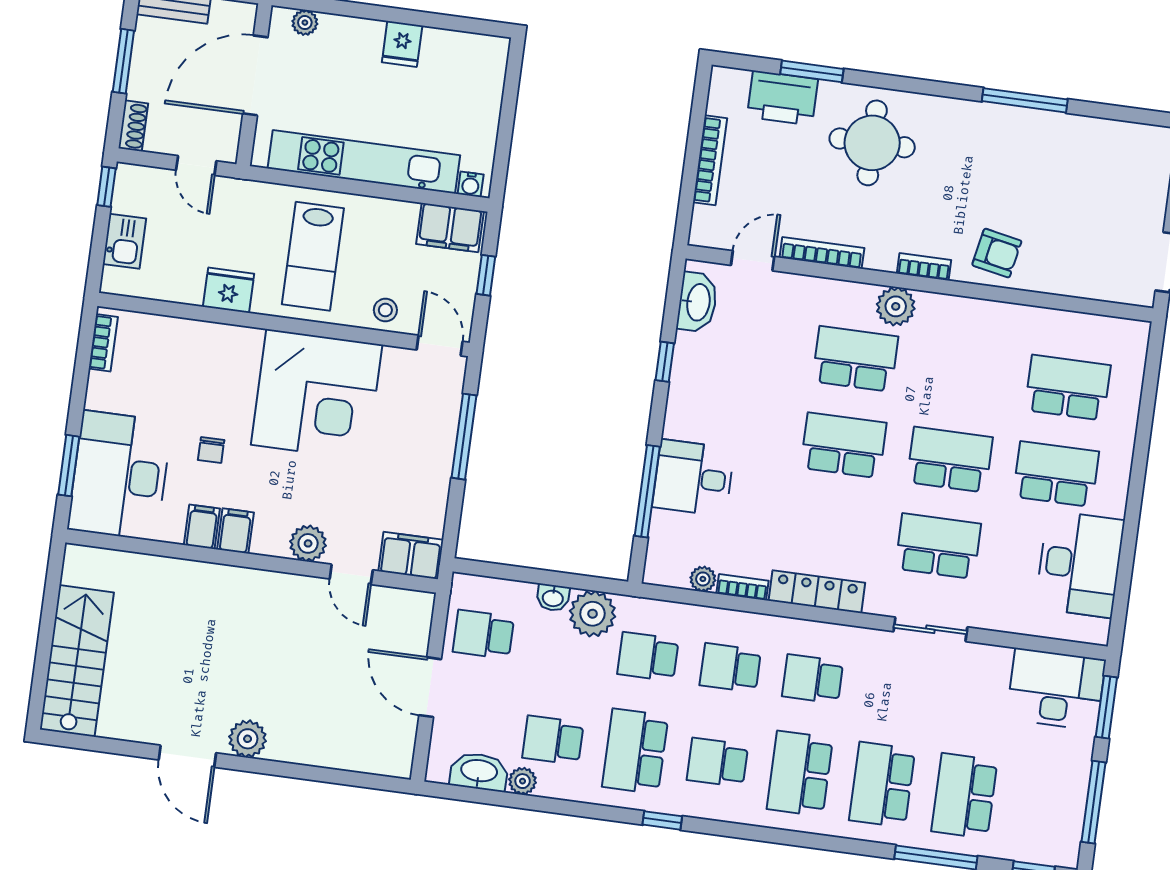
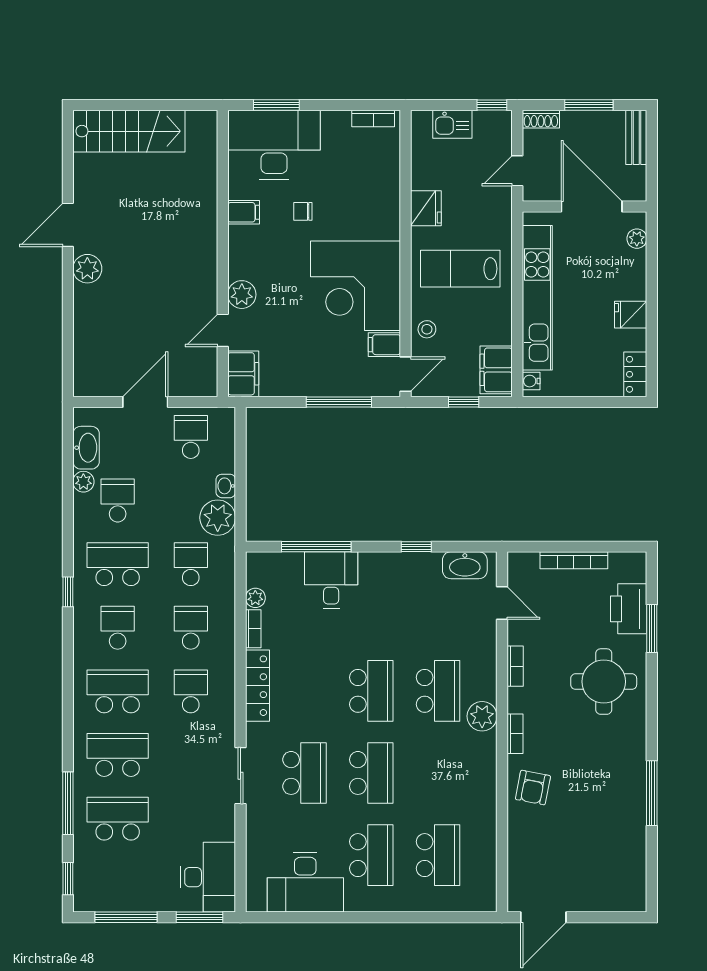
locker: (480, 48) -> (635, 374), added
bookcase: (822, 253) -> (515, 666), width x0.64
filing cabinet: (235, 531) -> (384, 345), moved, turned 180

